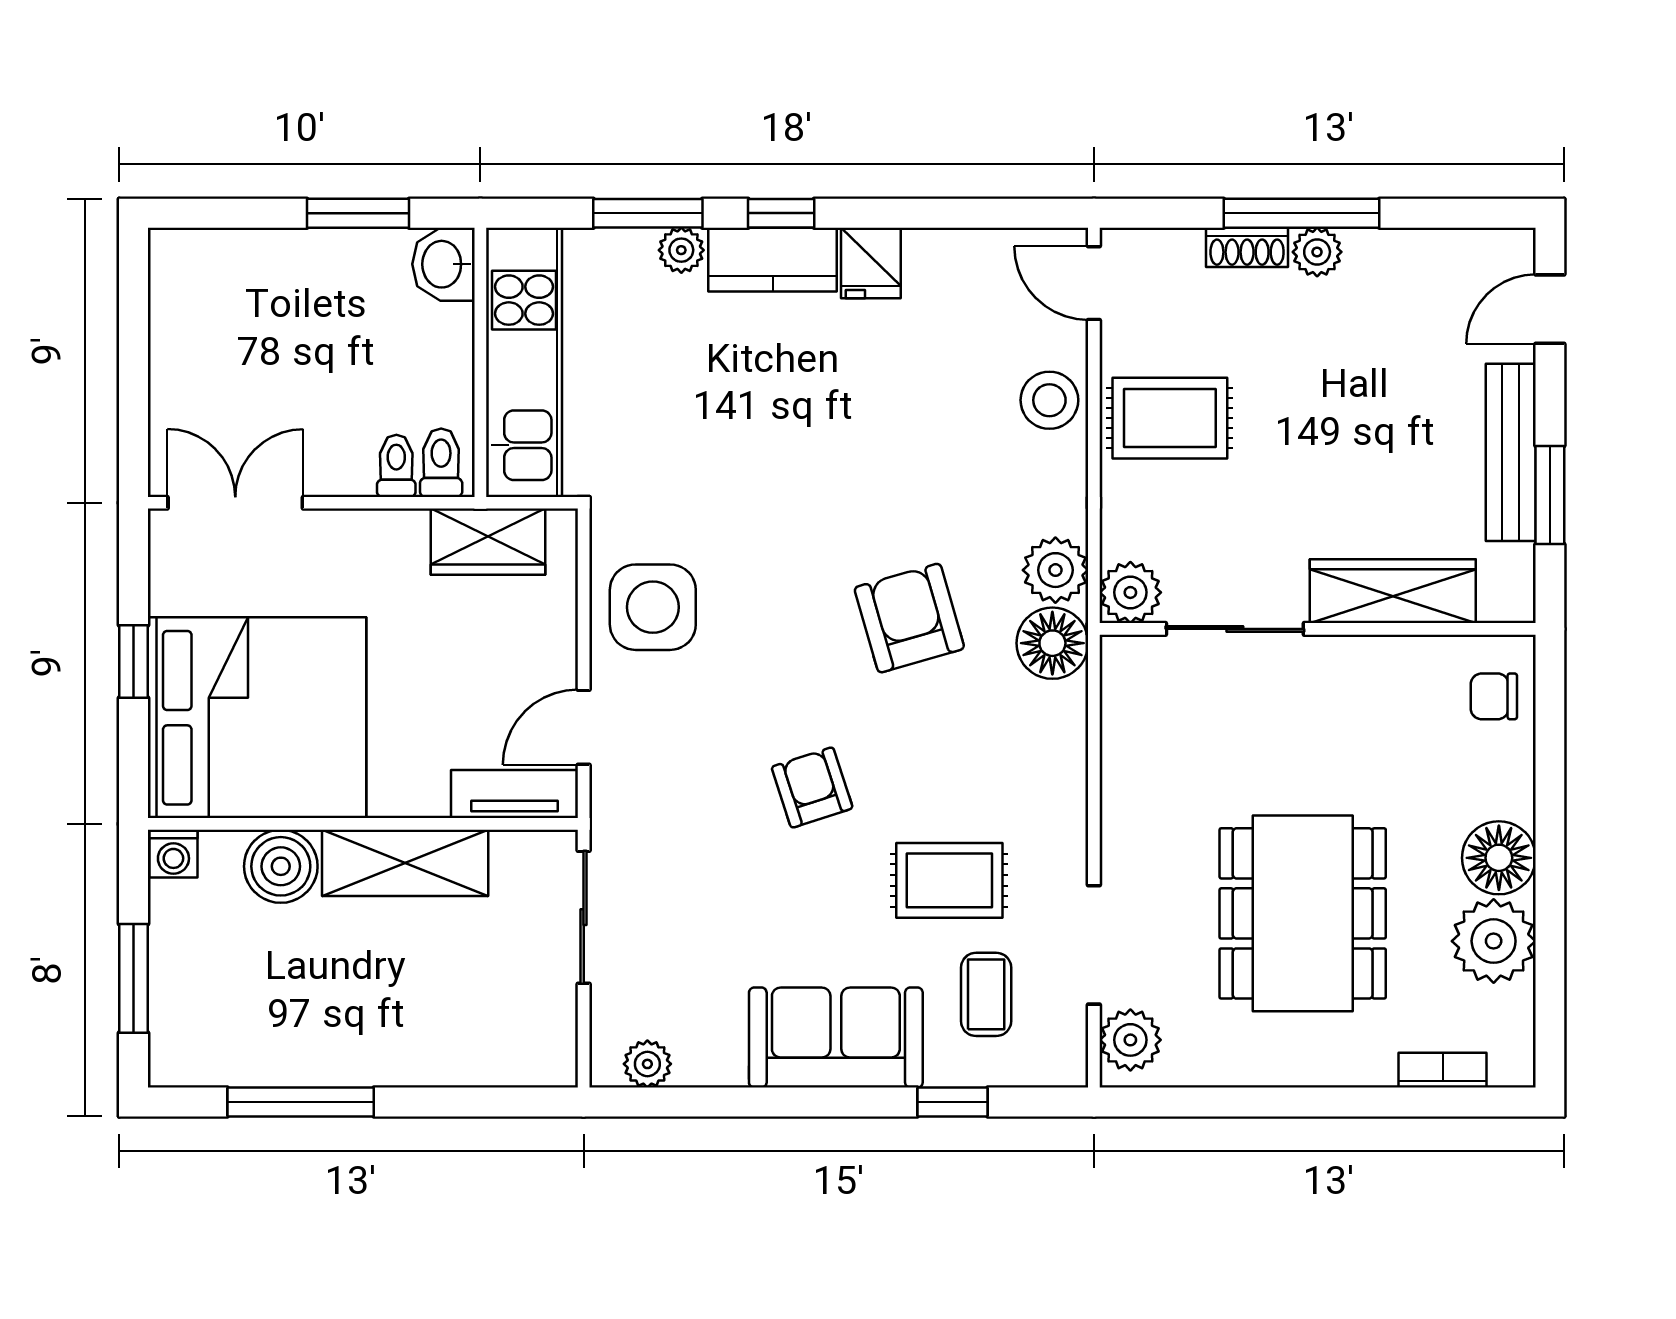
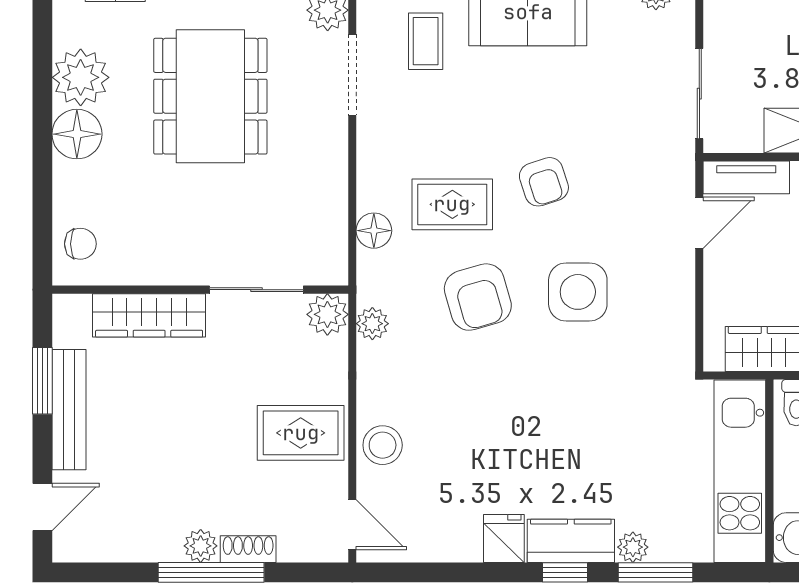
plant: (1055, 570) -> (372, 324), width x0.73, depth x0.73
side table: (653, 607) -> (578, 292), moved
floor lamp: (1052, 643) -> (374, 231), moved, width x0.73, depth x0.73
rug: (949, 880) -> (452, 204), moved

